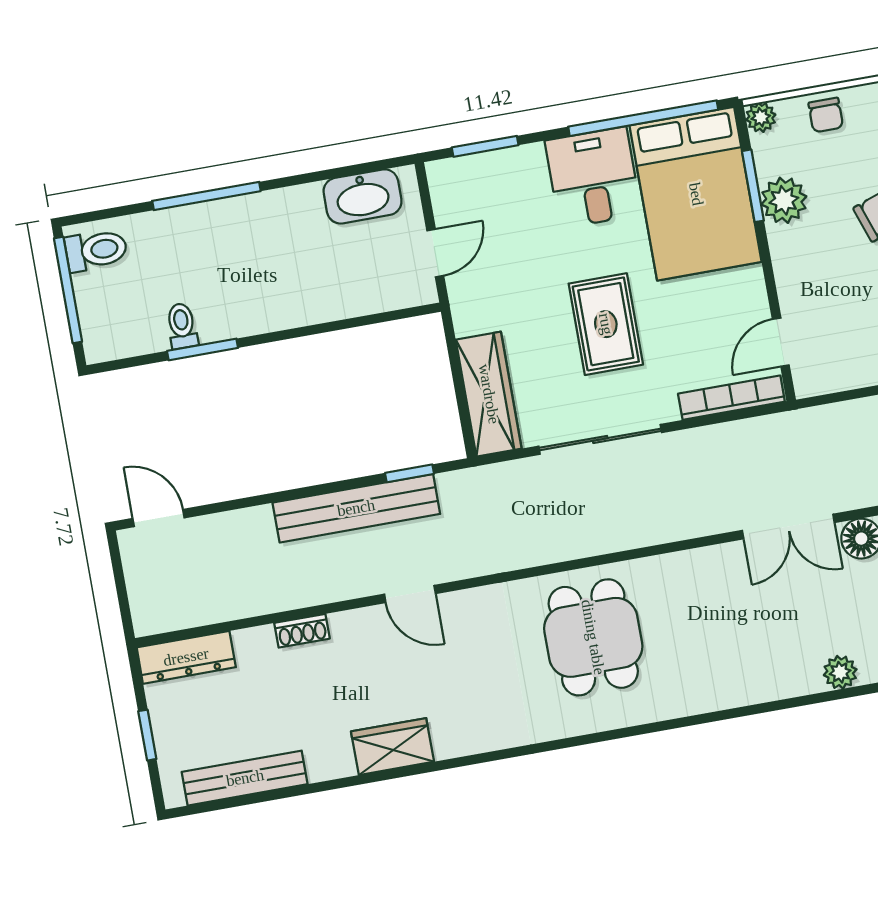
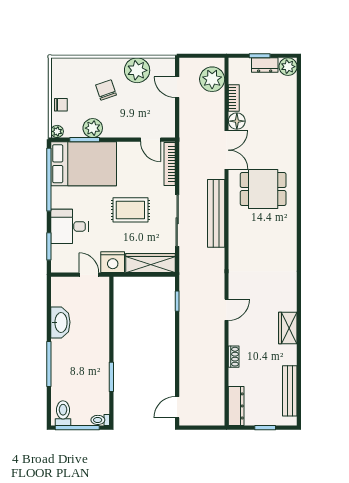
desk: (593, 178) -> (69, 226), moved
washbasin: (363, 196) -> (60, 322), moved
nightstand: (475, 304) -> (113, 262), added
toilet: (182, 326) -> (100, 420), moved
bench: (356, 508) -> (216, 213), moved
dining table: (593, 637) -> (263, 189), moved
plant: (840, 672) -> (290, 139), removed

